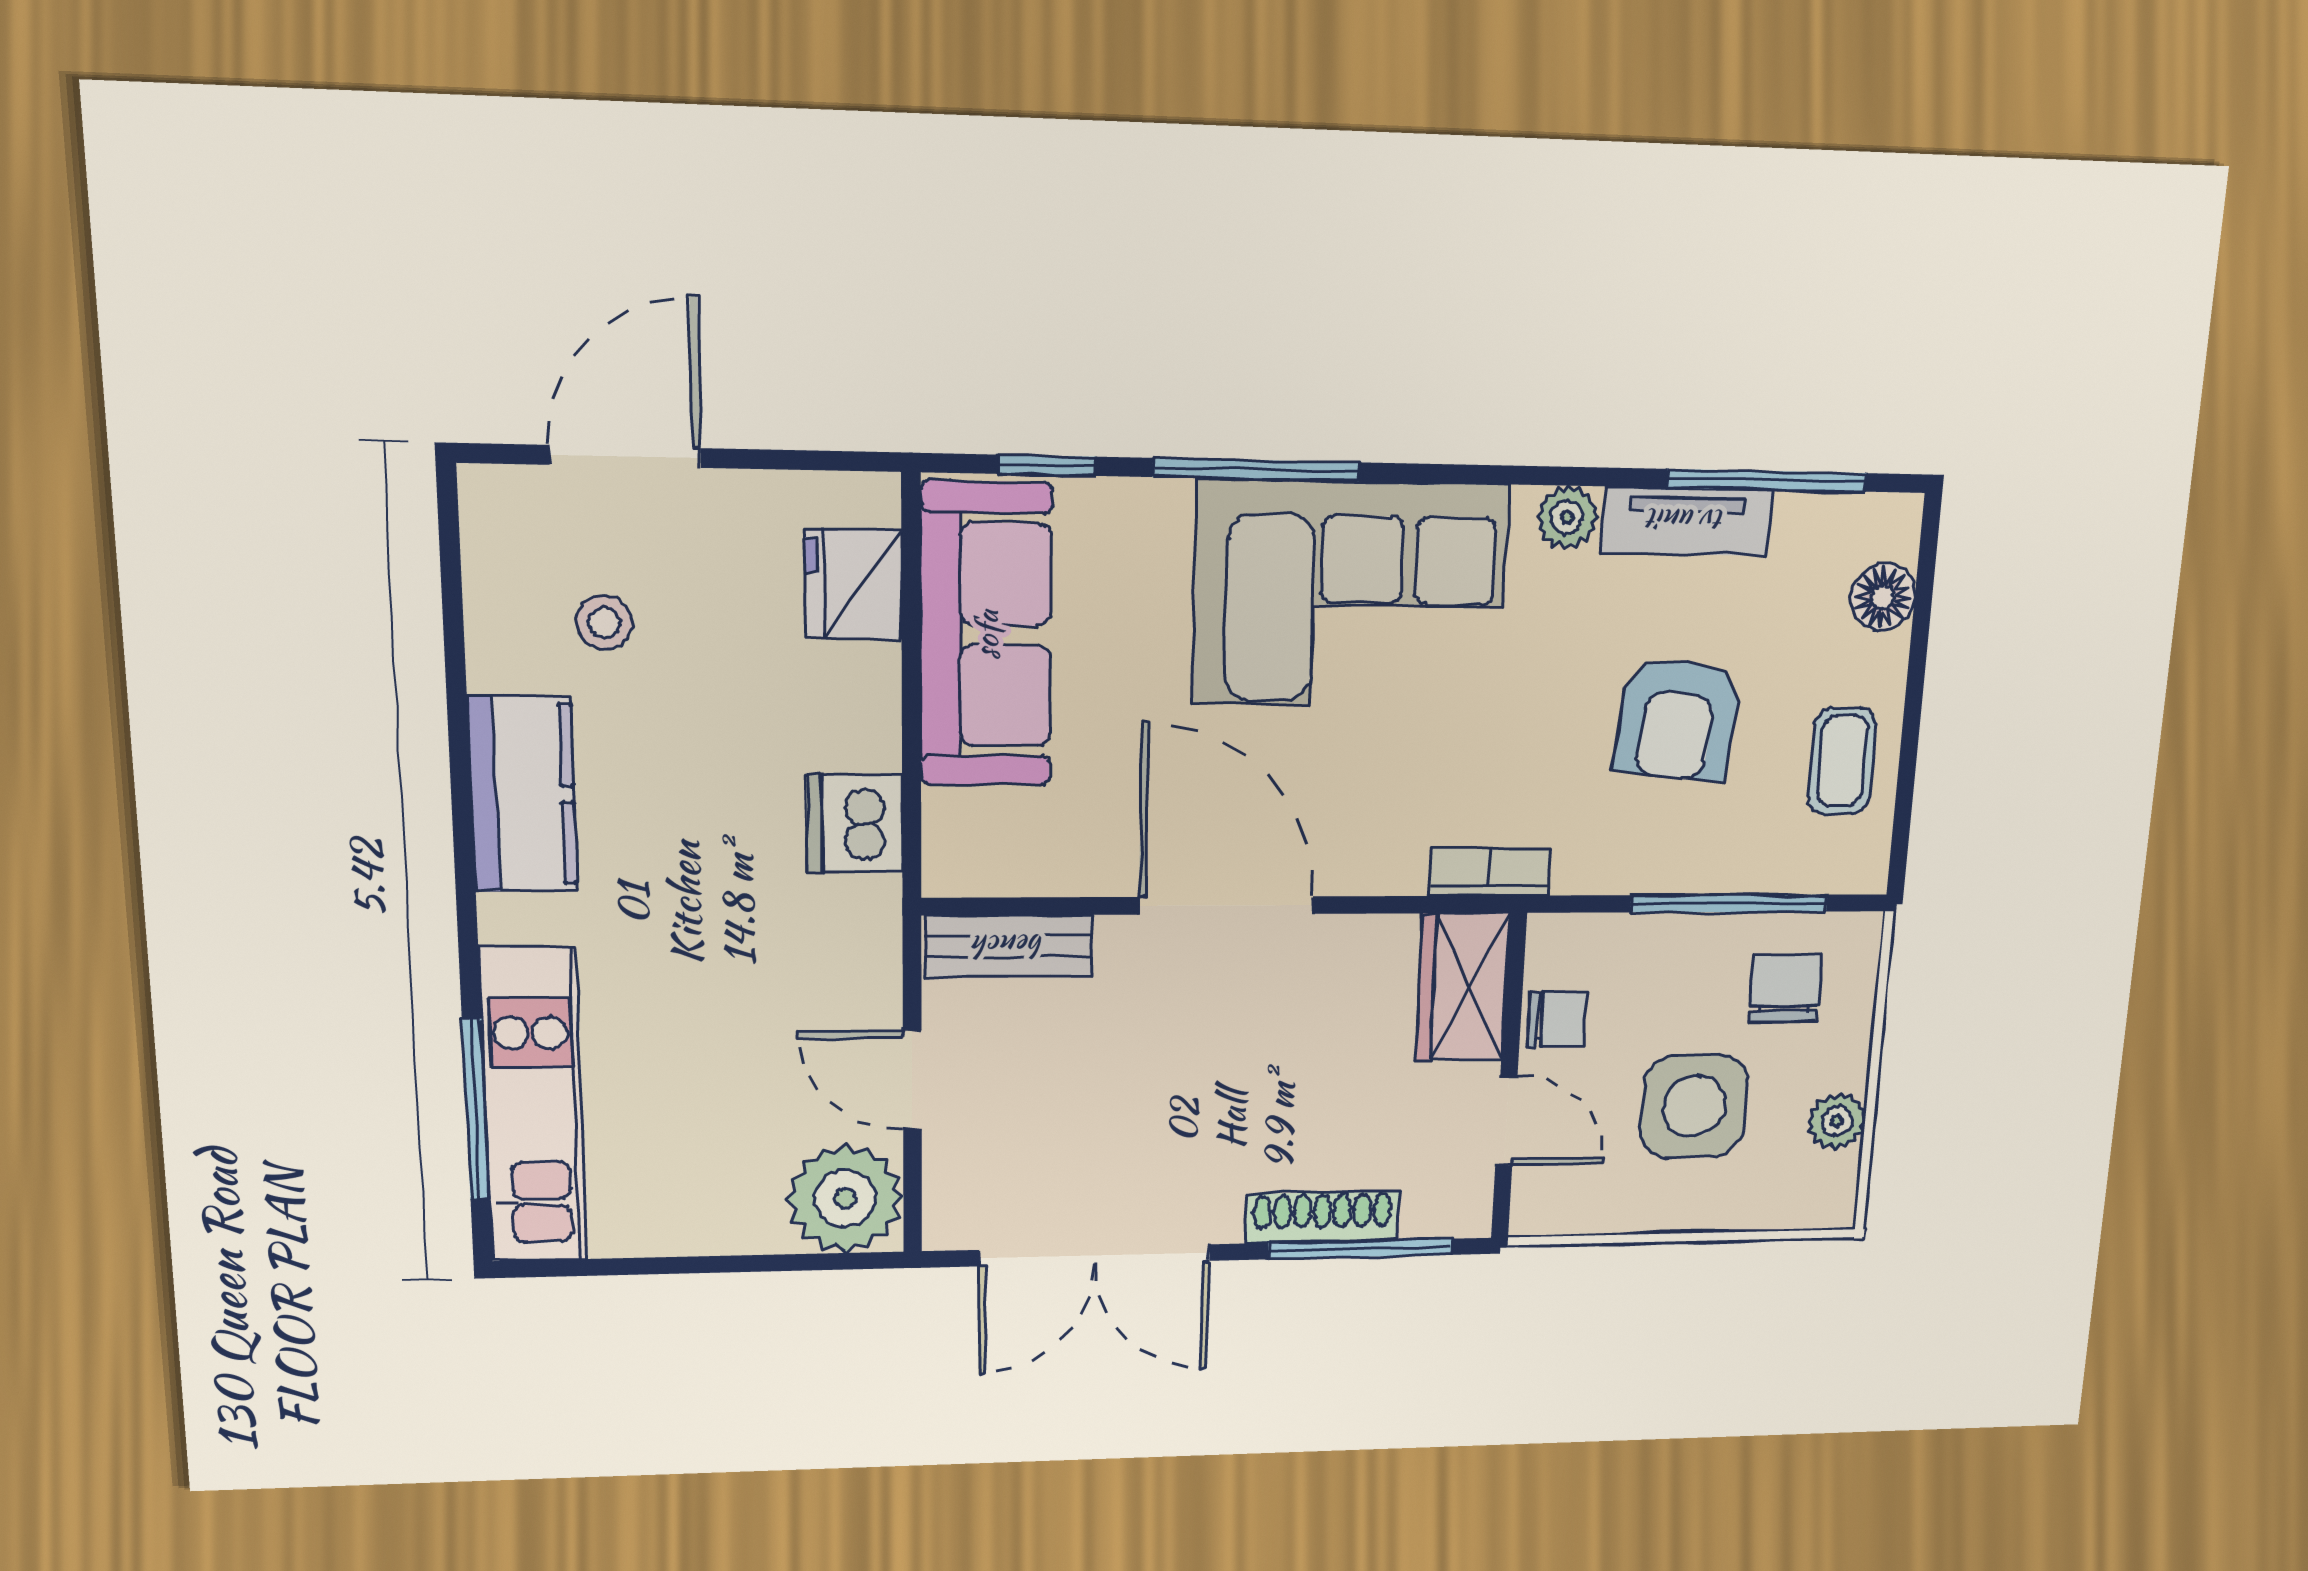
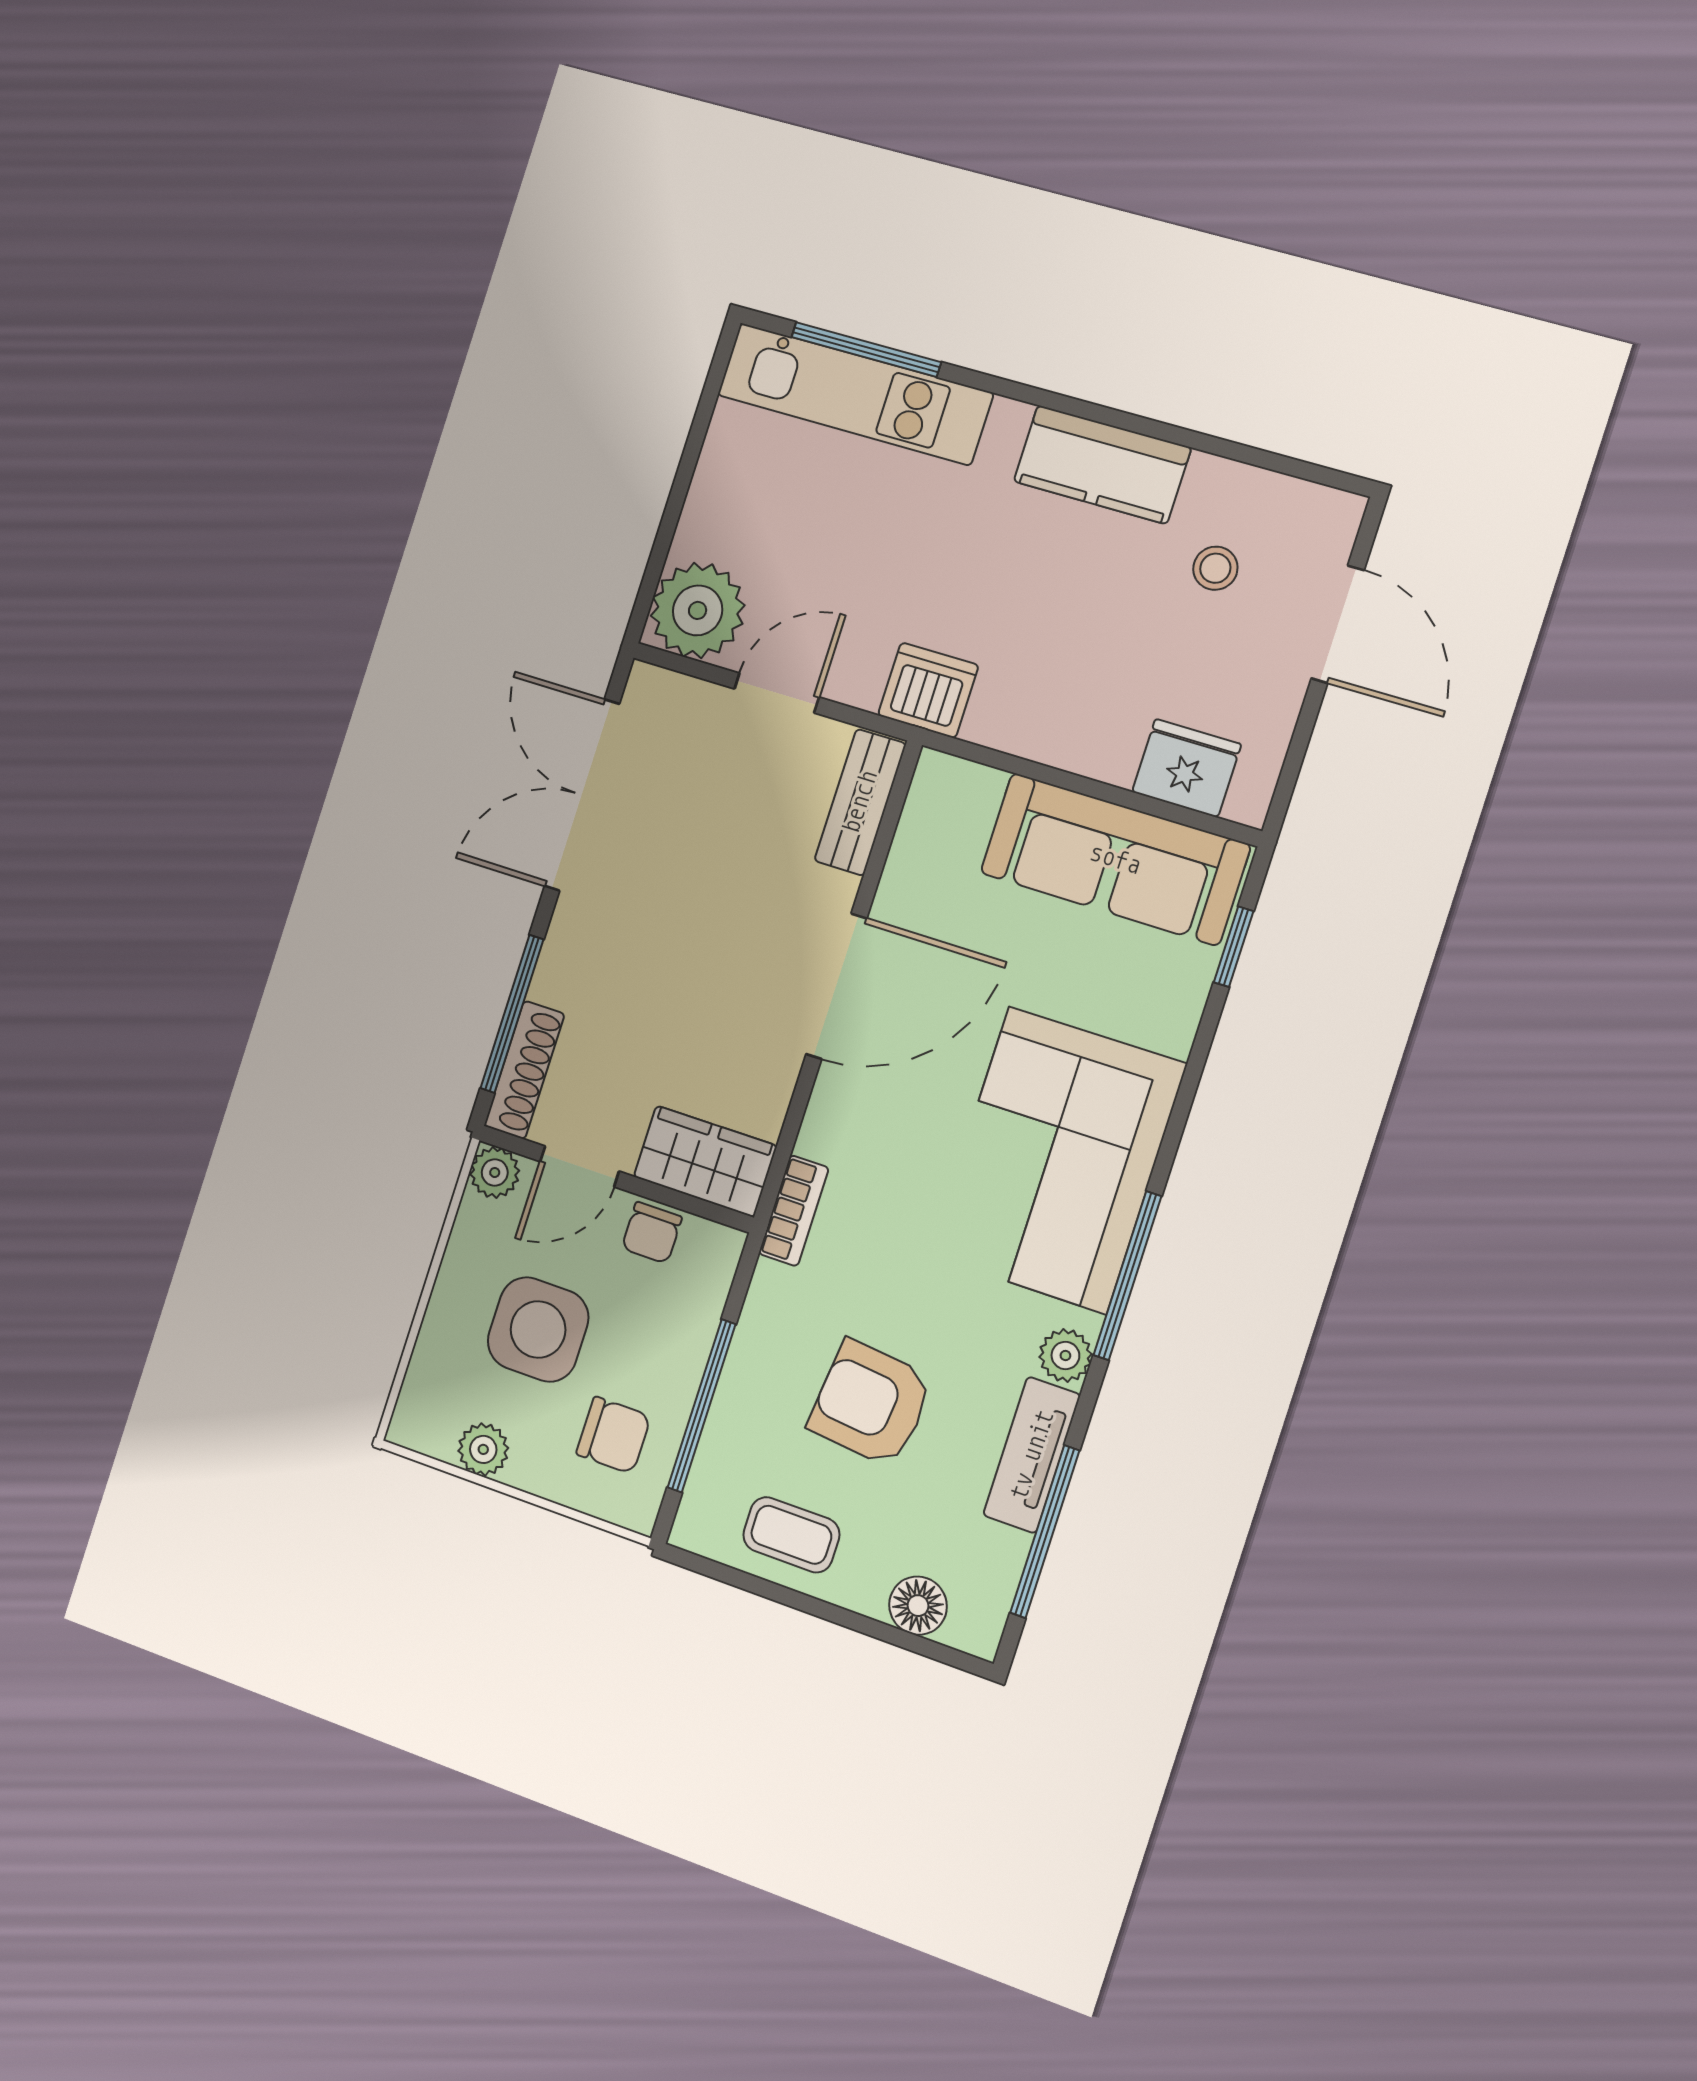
window: (1256, 470) -> (1127, 1276), moved
dishwasher: (855, 823) -> (928, 690), moved
plant: (1538, 1209) -> (495, 1172), added
shoe rack: (1322, 1217) -> (524, 1070), moved

